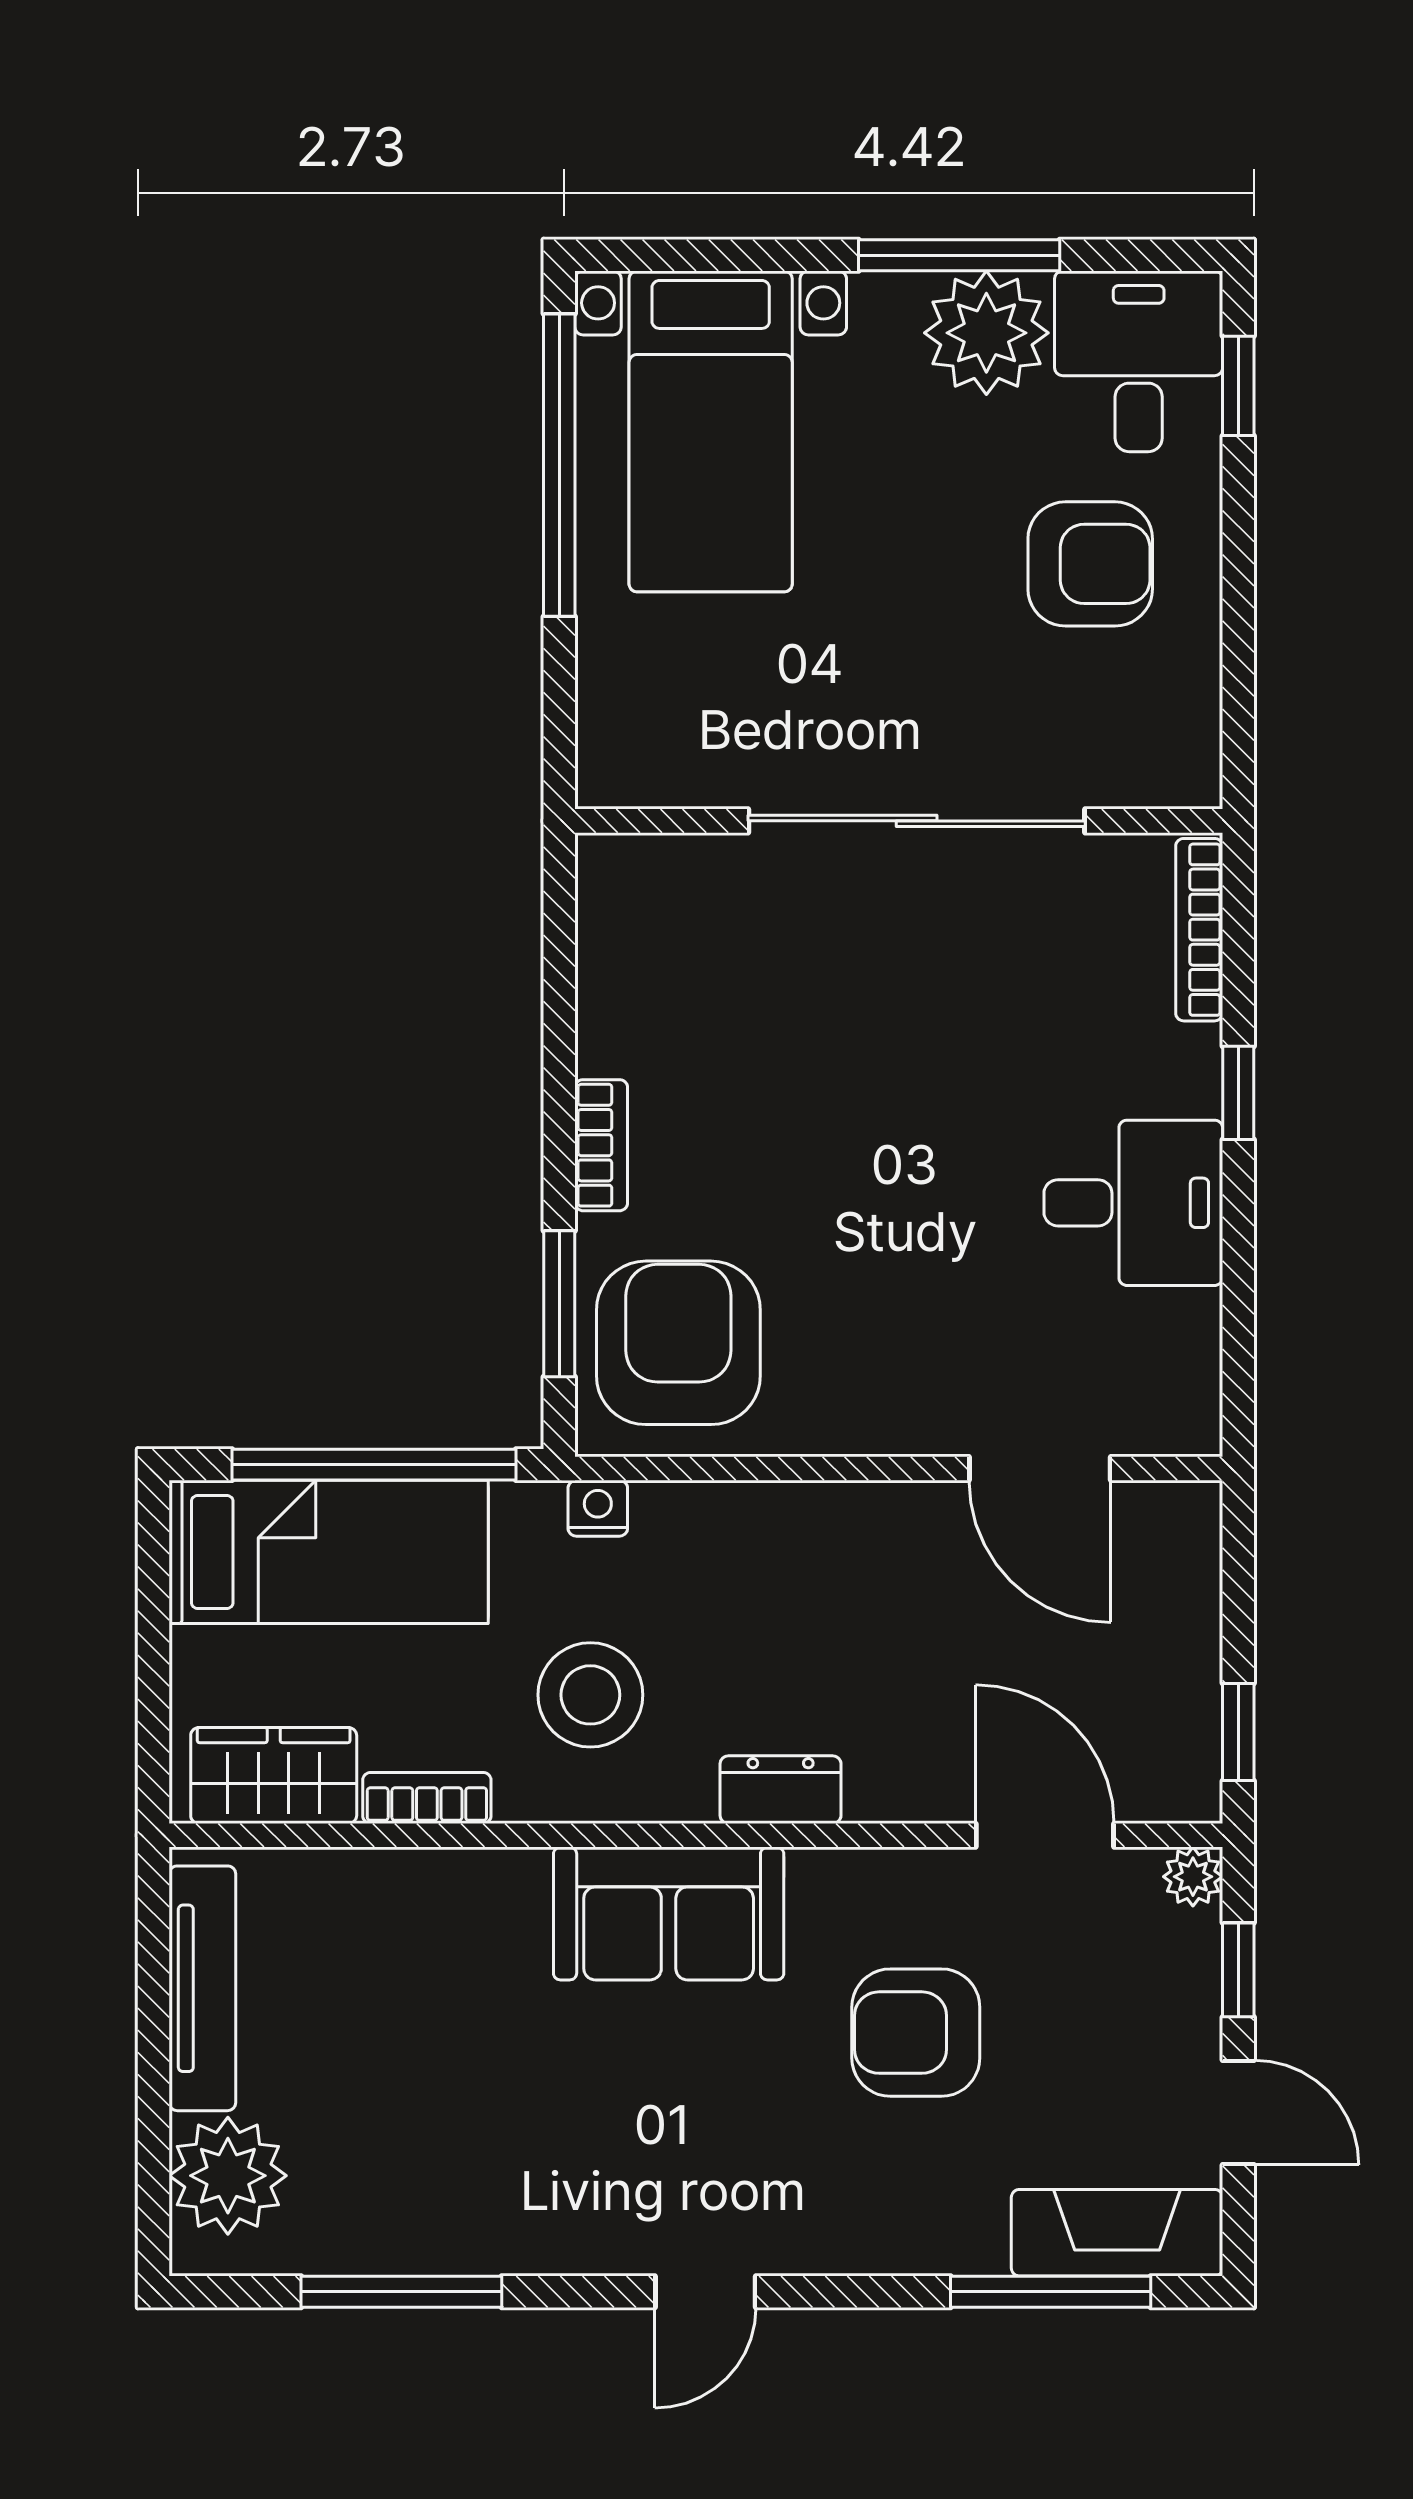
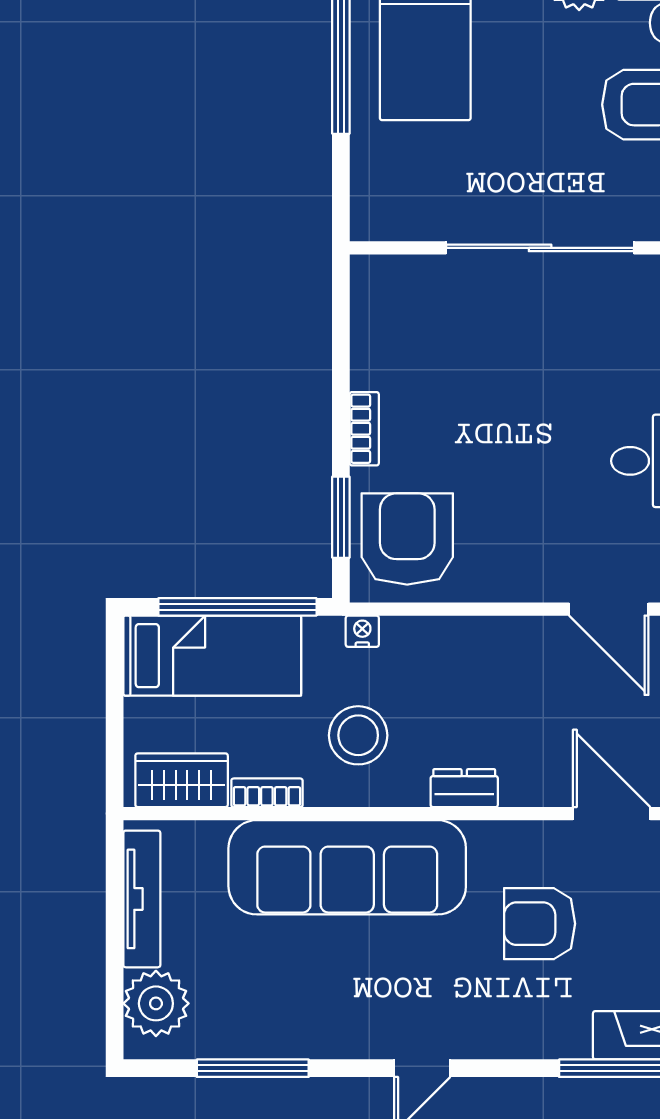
sofa: (669, 1914) -> (347, 867), width x1.85, depth x1.27

